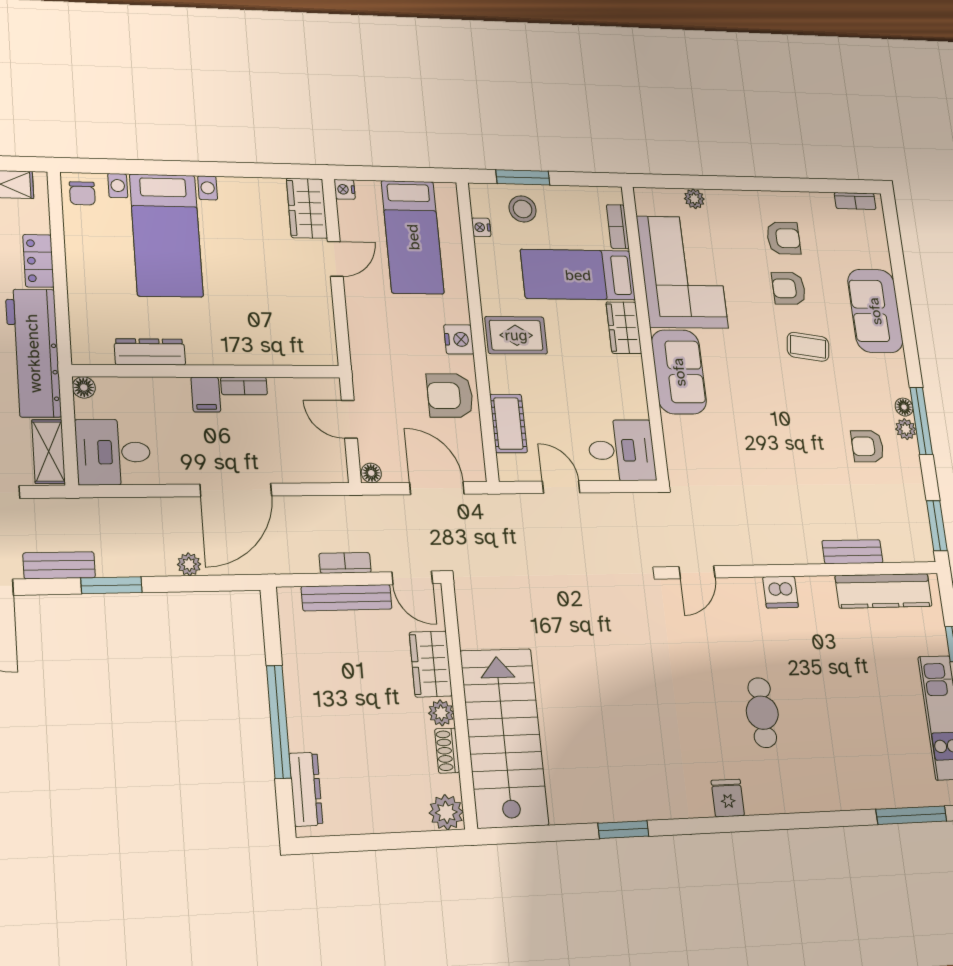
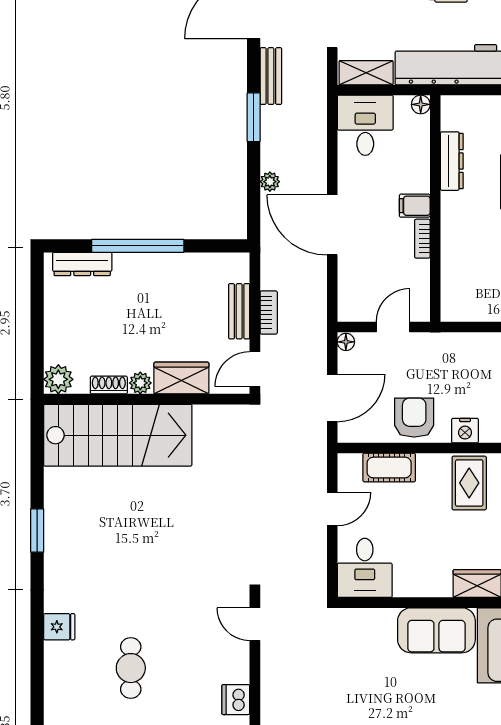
bench: (347, 598) -> (239, 311), width x0.73
cafe table: (762, 713) -> (131, 668), turned 90

